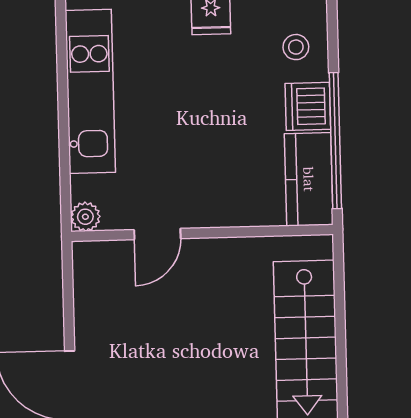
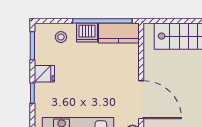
door: (157, 234) -> (141, 100), width x1.88

